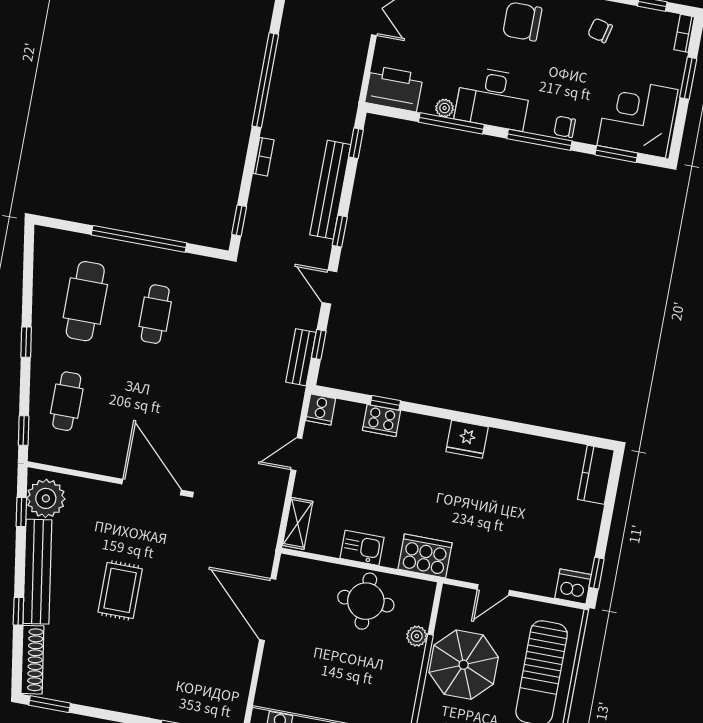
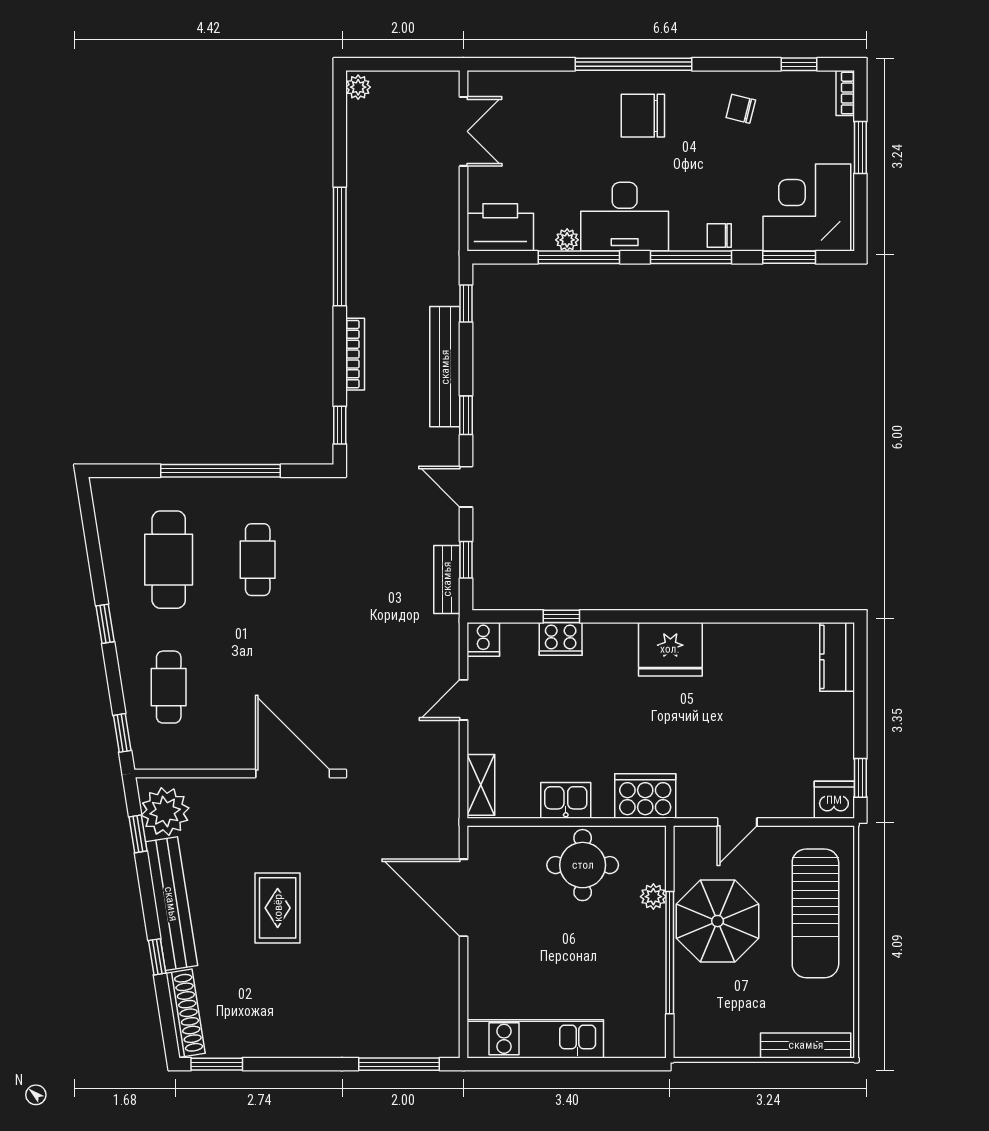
bookcase: (263, 157) -> (355, 354), width x1.56
fridge: (467, 439) -> (670, 649), width x1.36, depth x1.34

